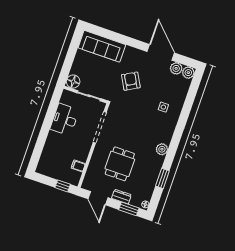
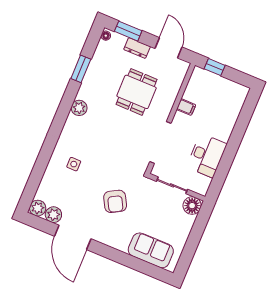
sofa: (102, 46) -> (151, 250), width x0.73
filing cabinet: (78, 166) -> (186, 107), moved

